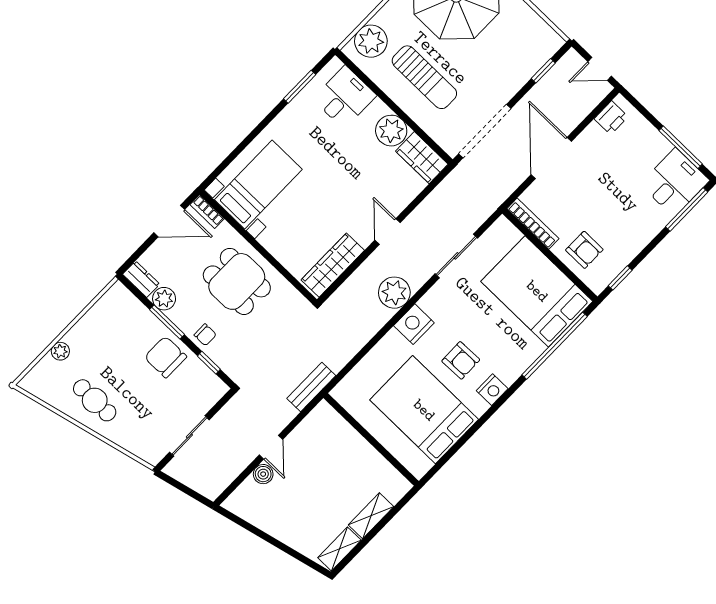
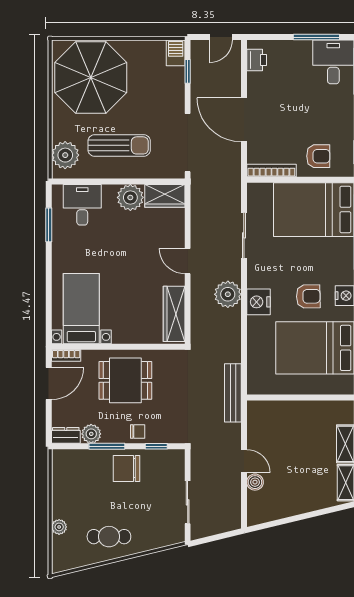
barbecue: (548, 45) -> (176, 53), added
bench: (311, 387) -> (233, 393), width x1.36

